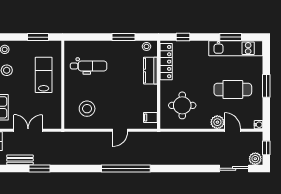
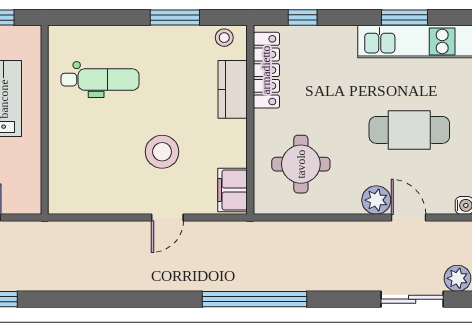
stool: (87, 109) -> (162, 152), moved
filing cabinet: (150, 117) -> (233, 190), width x2.00
window: (126, 168) -> (255, 299), moved

